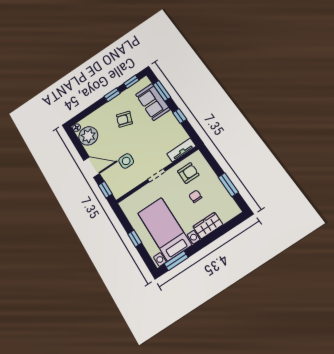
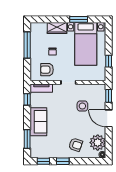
sofa: (153, 102) -> (38, 122), moved
window: (180, 116) -> (27, 99), moved
armchair: (124, 119) -> (76, 145), moved
window: (228, 185) -> (27, 45), width x1.44
window: (135, 238) -> (109, 61), moved
window: (176, 261) -> (79, 19), moved

